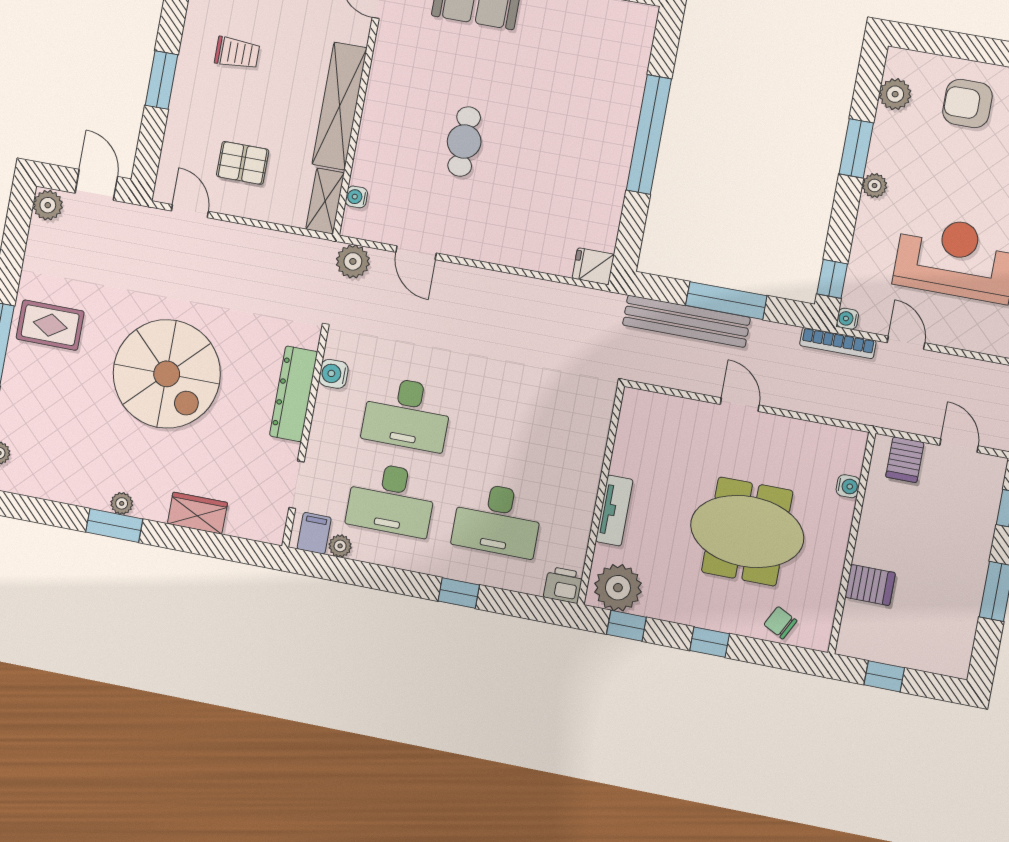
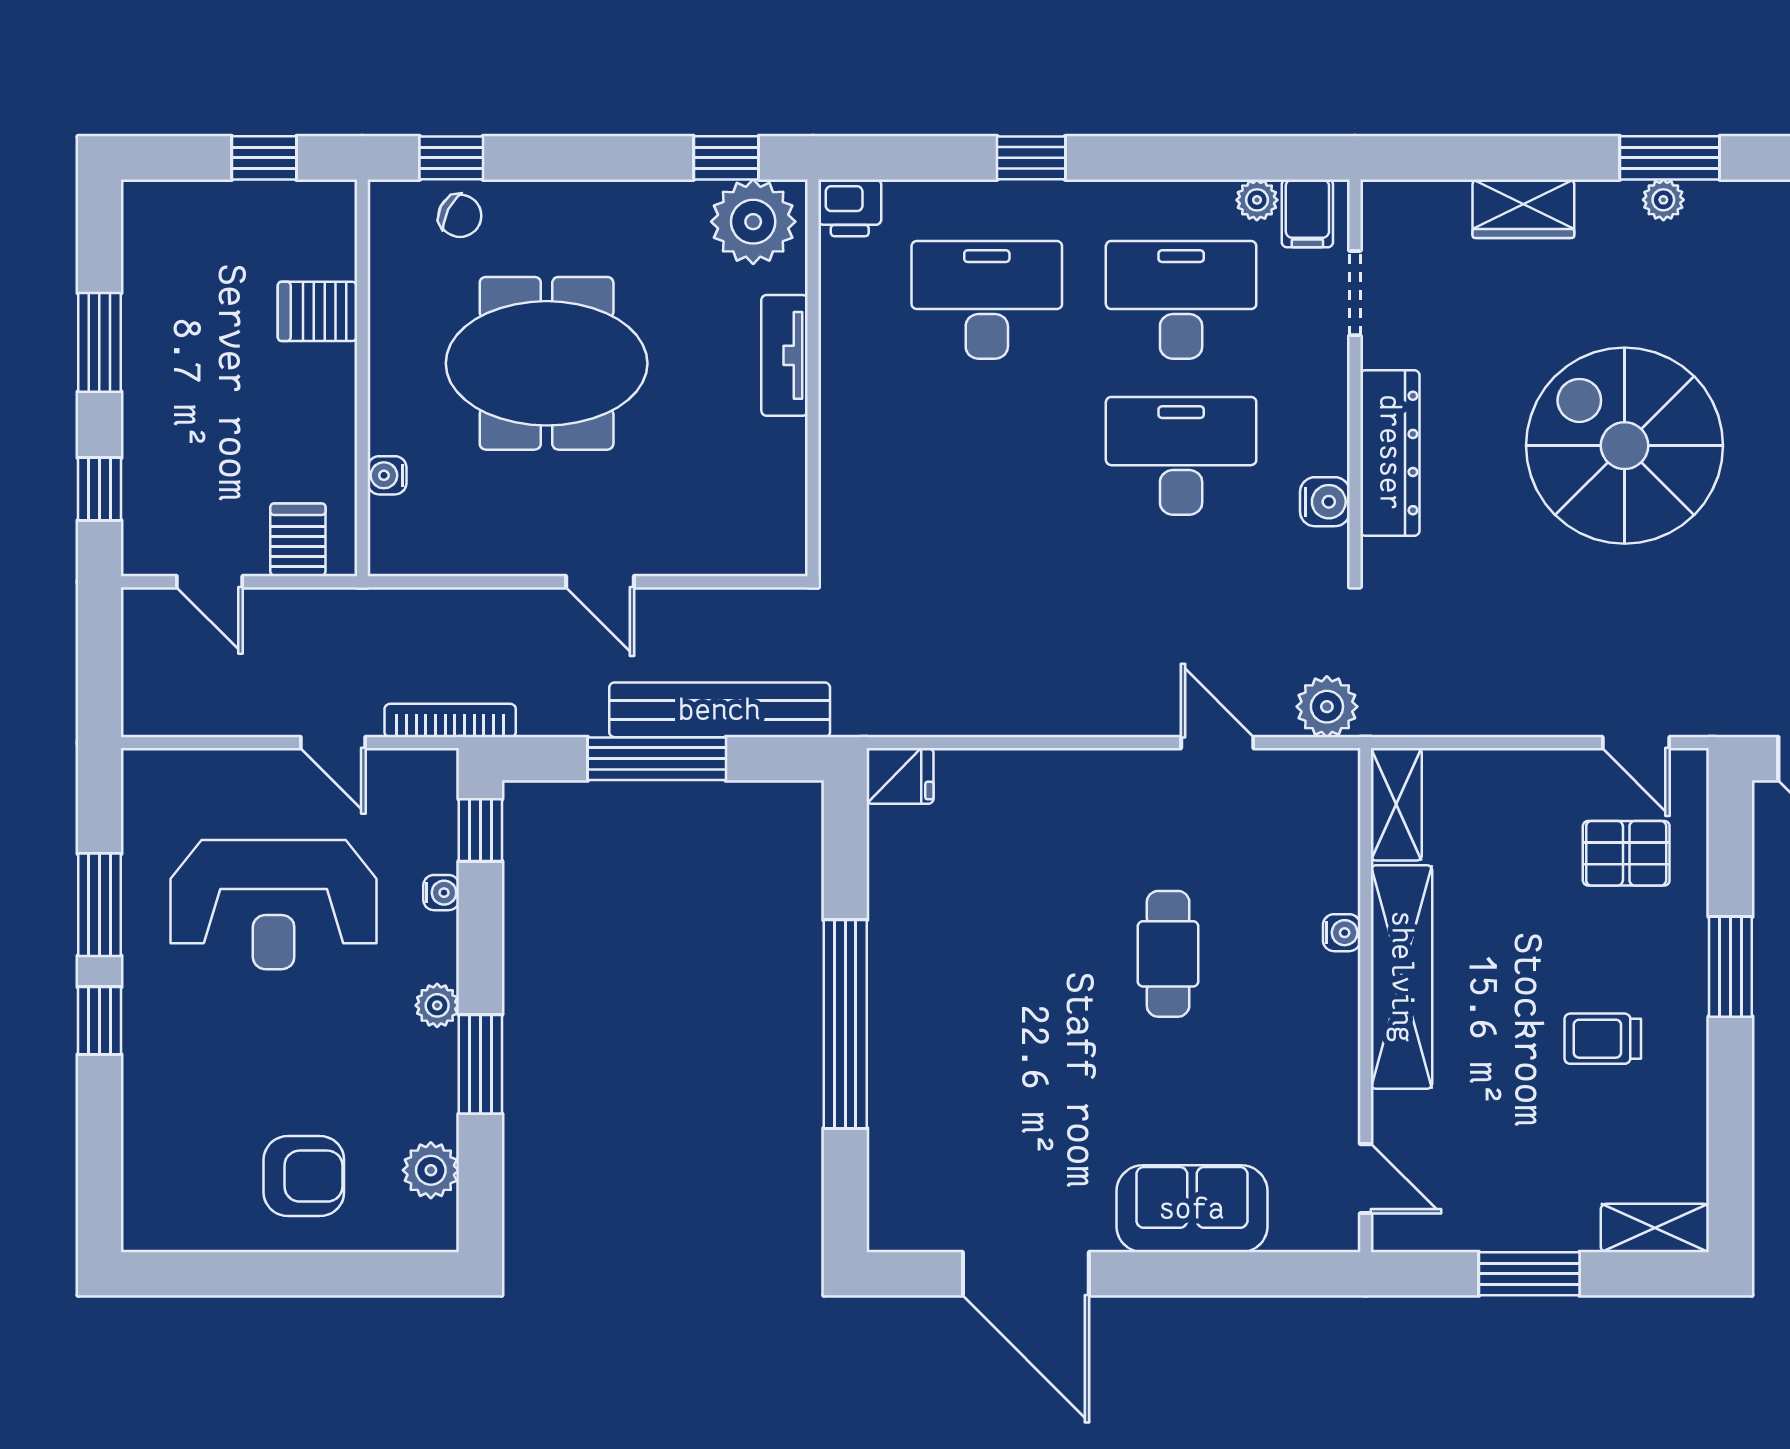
pallet: (243, 163) -> (1626, 853), moved
water cooler: (356, 197) -> (1342, 933), moved
water cooler: (848, 319) -> (441, 893), moved
window: (710, 642) -> (451, 158), moved

